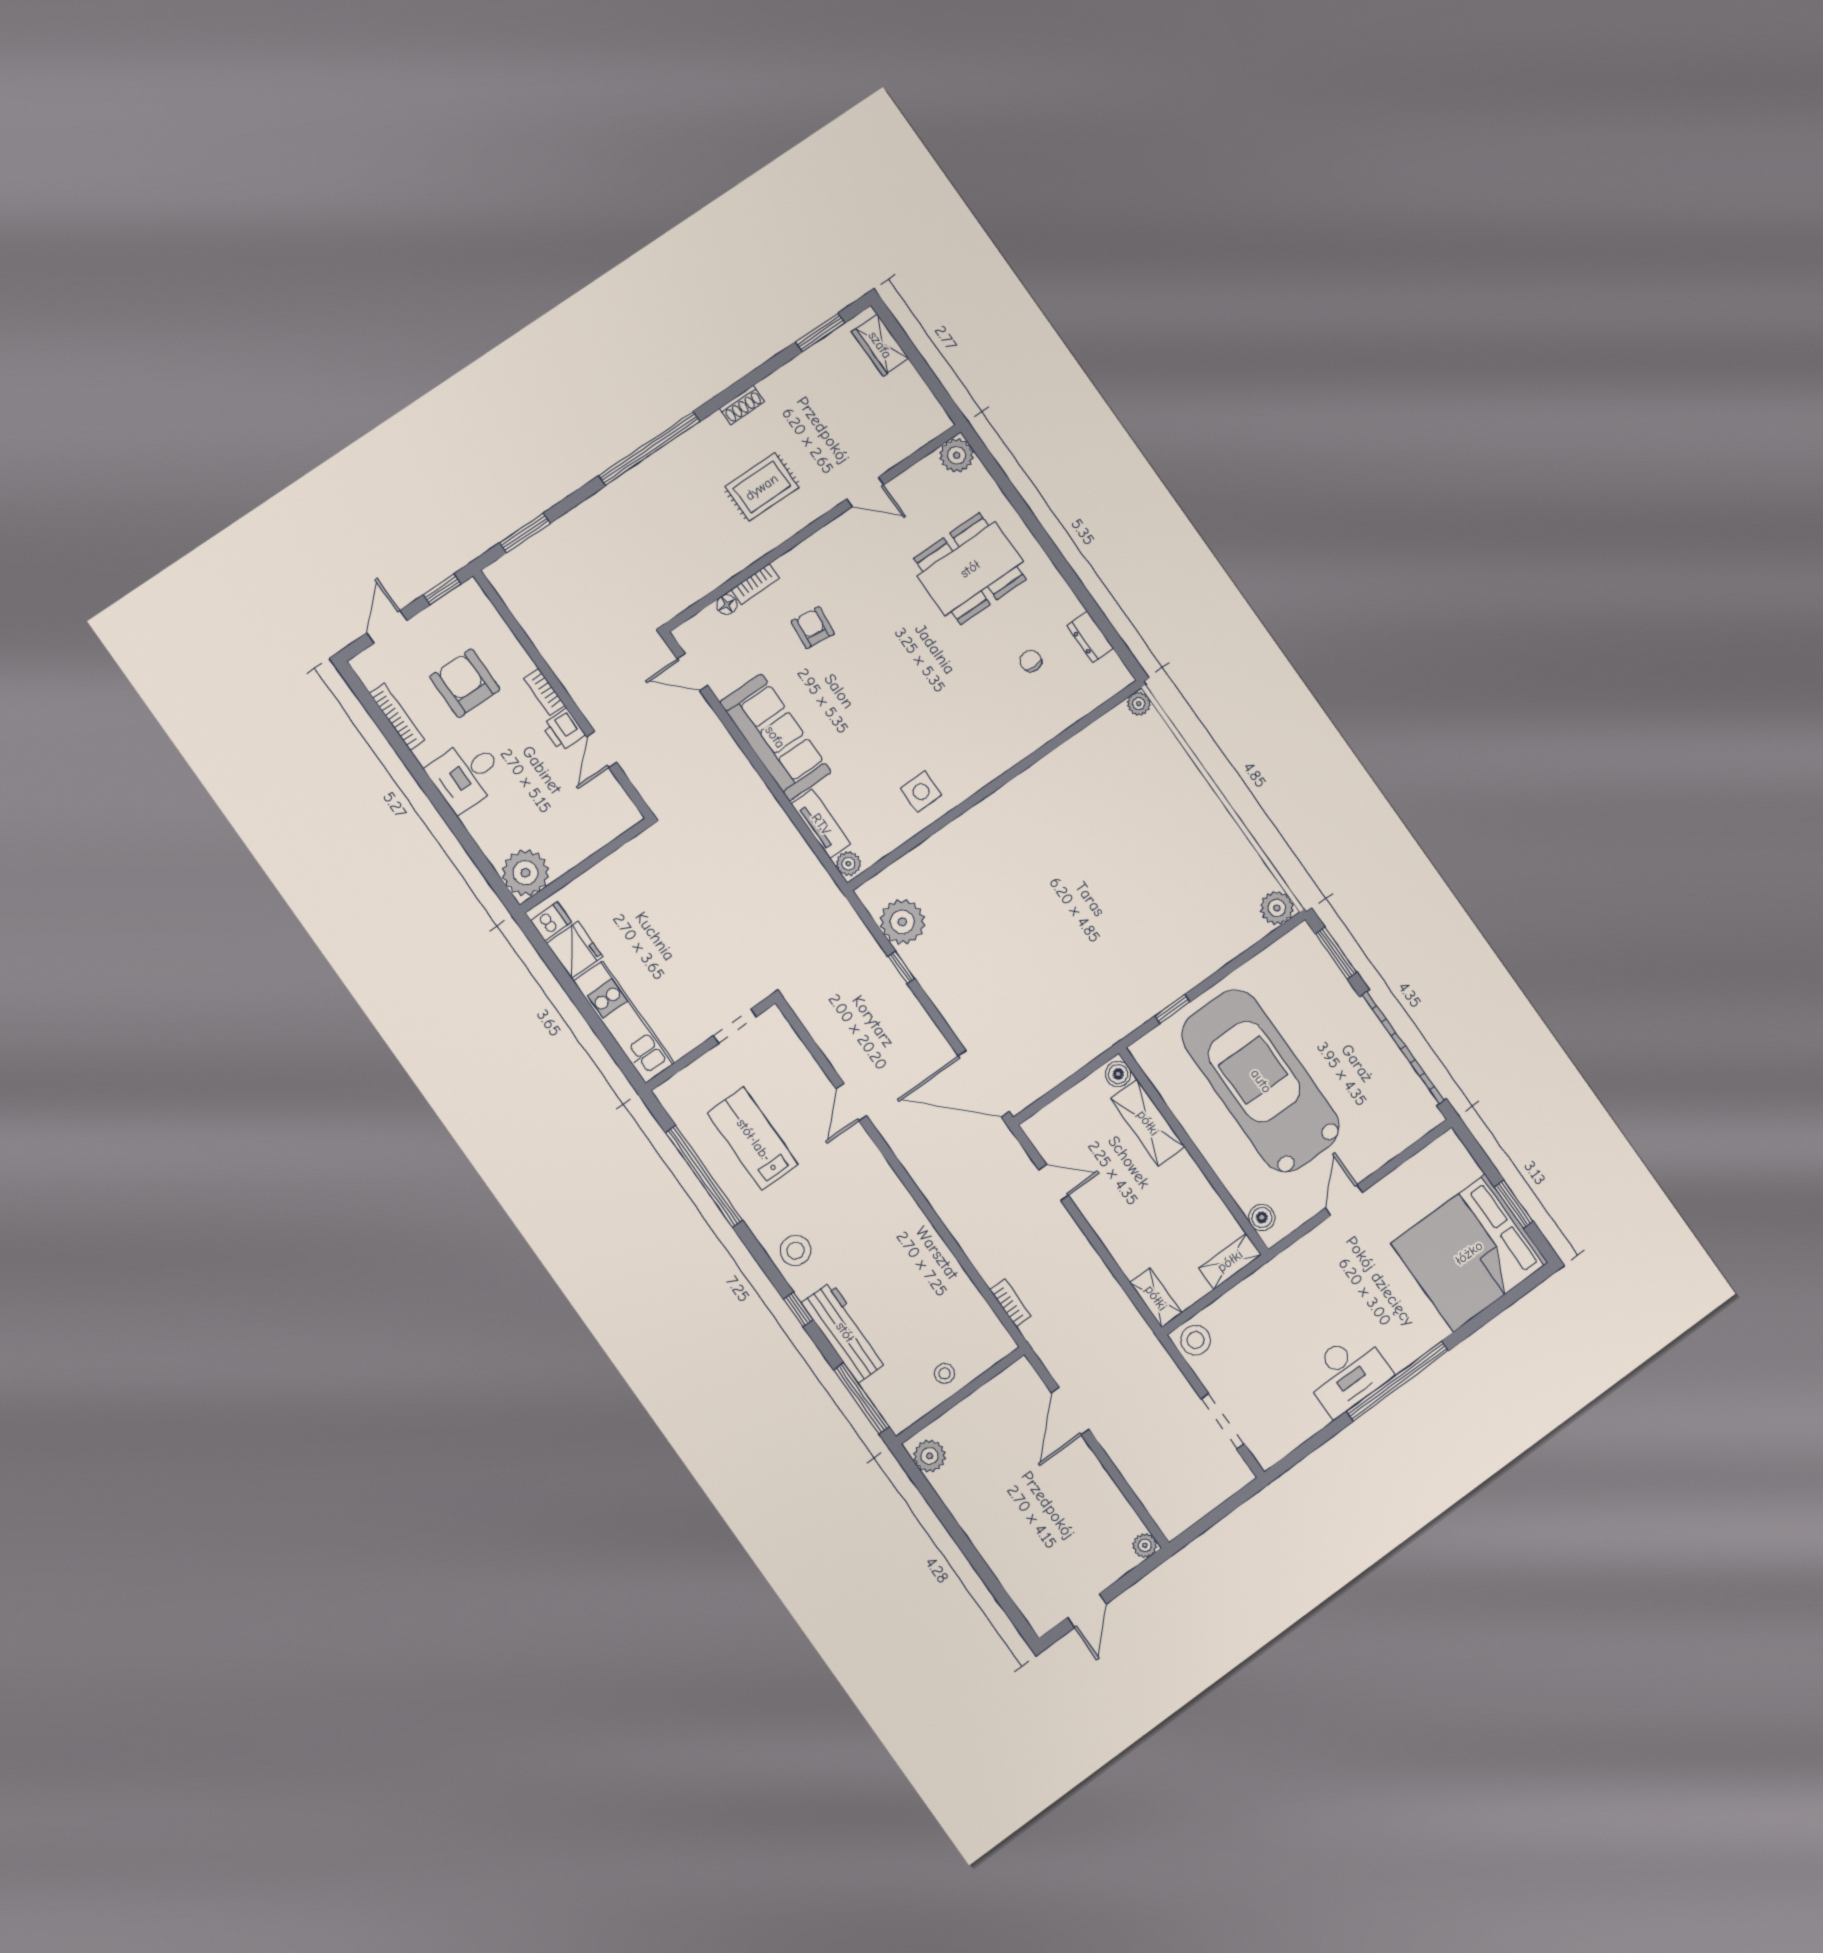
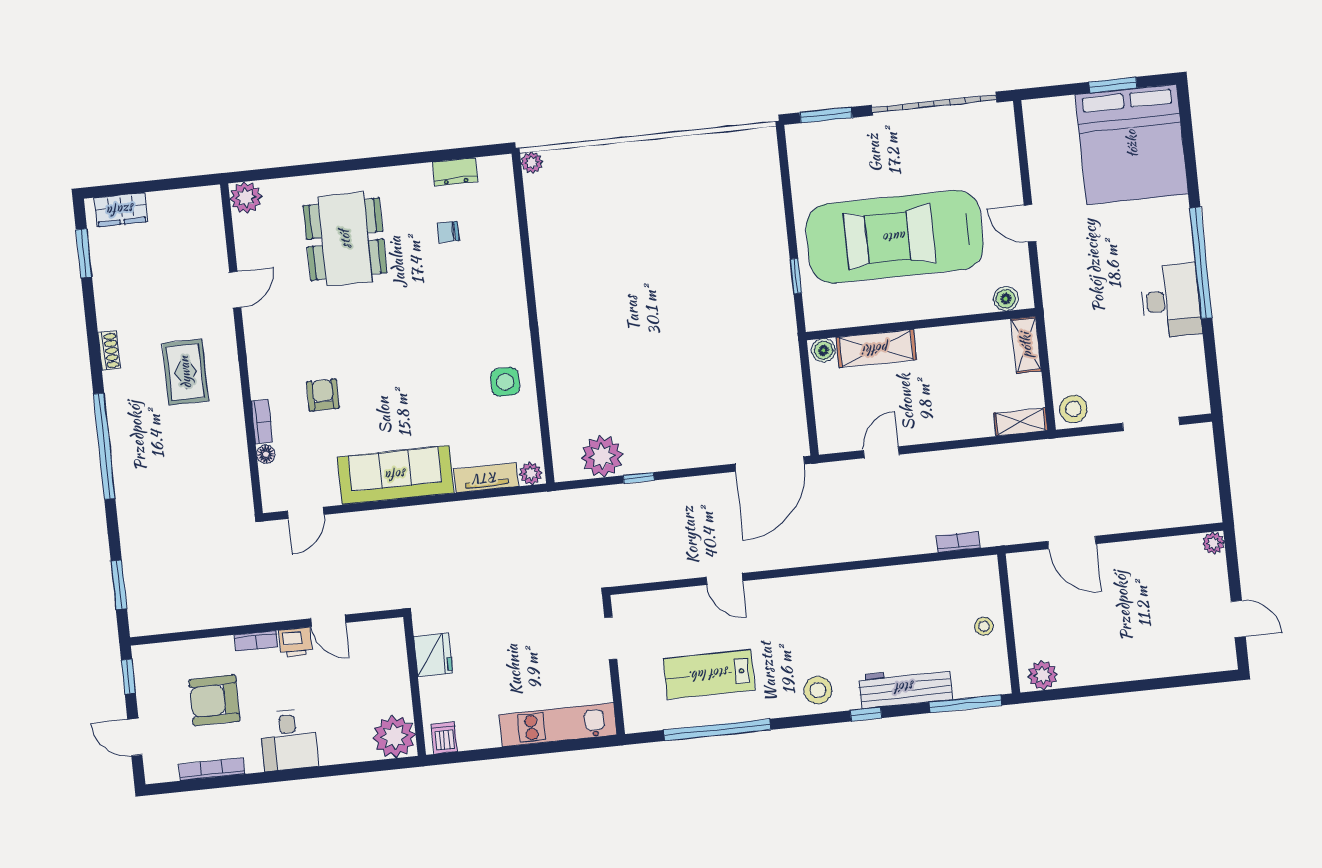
armchair: (813, 628) -> (323, 395), turned 84
plant: (1277, 908) -> (762, 143), removed
fridge: (575, 950) -> (433, 655), moved, turned 90

